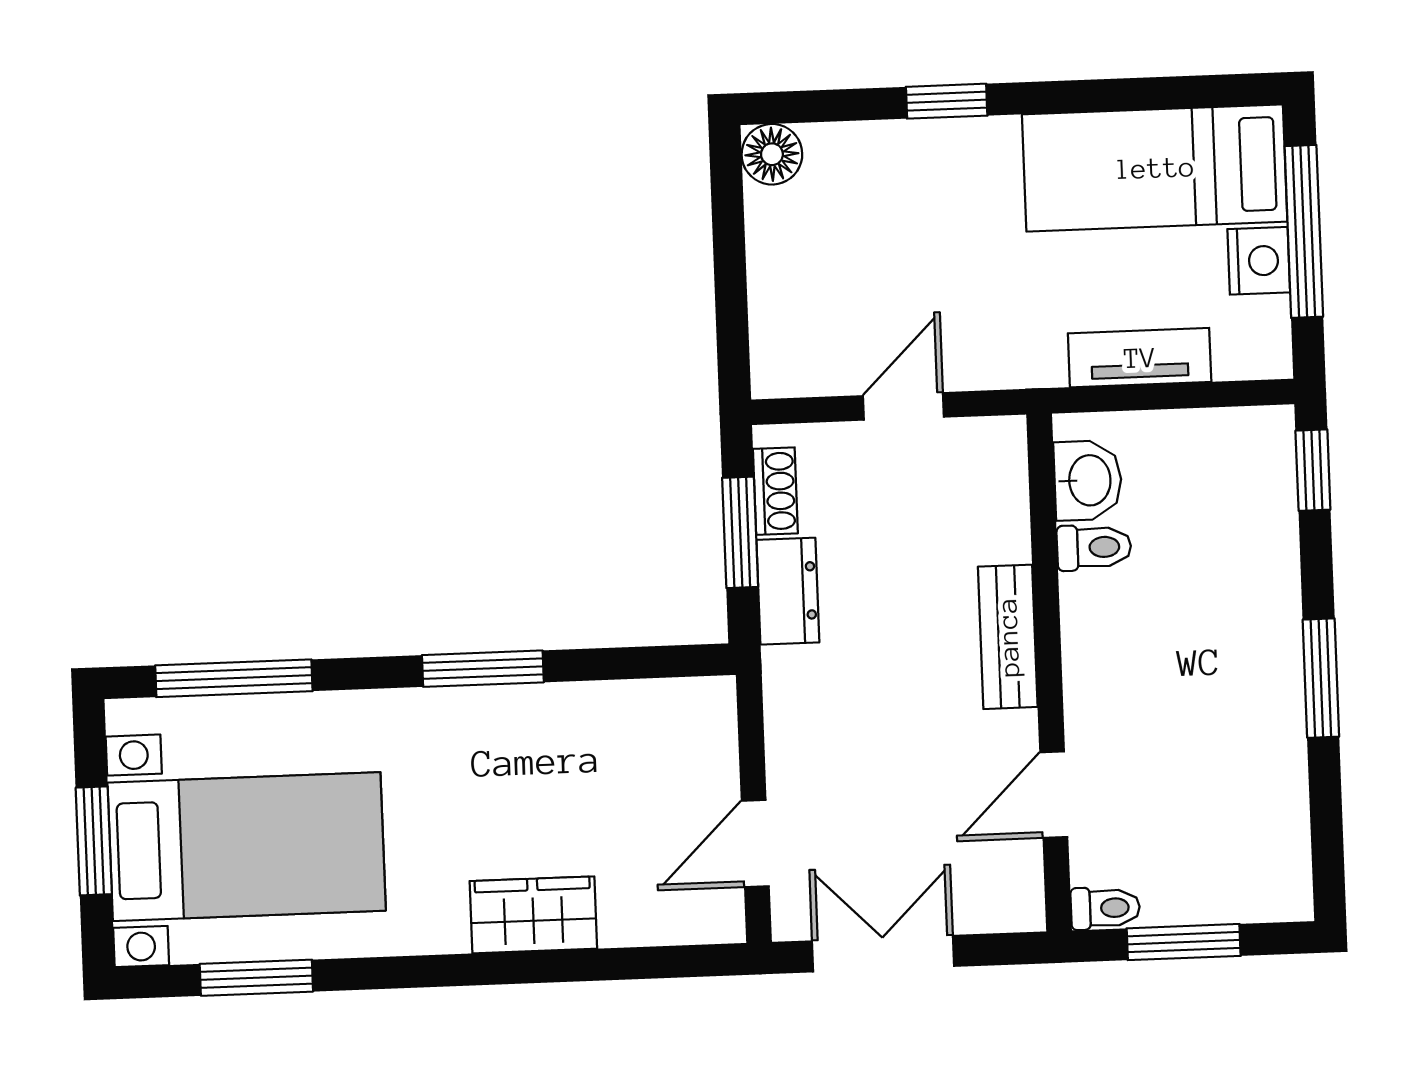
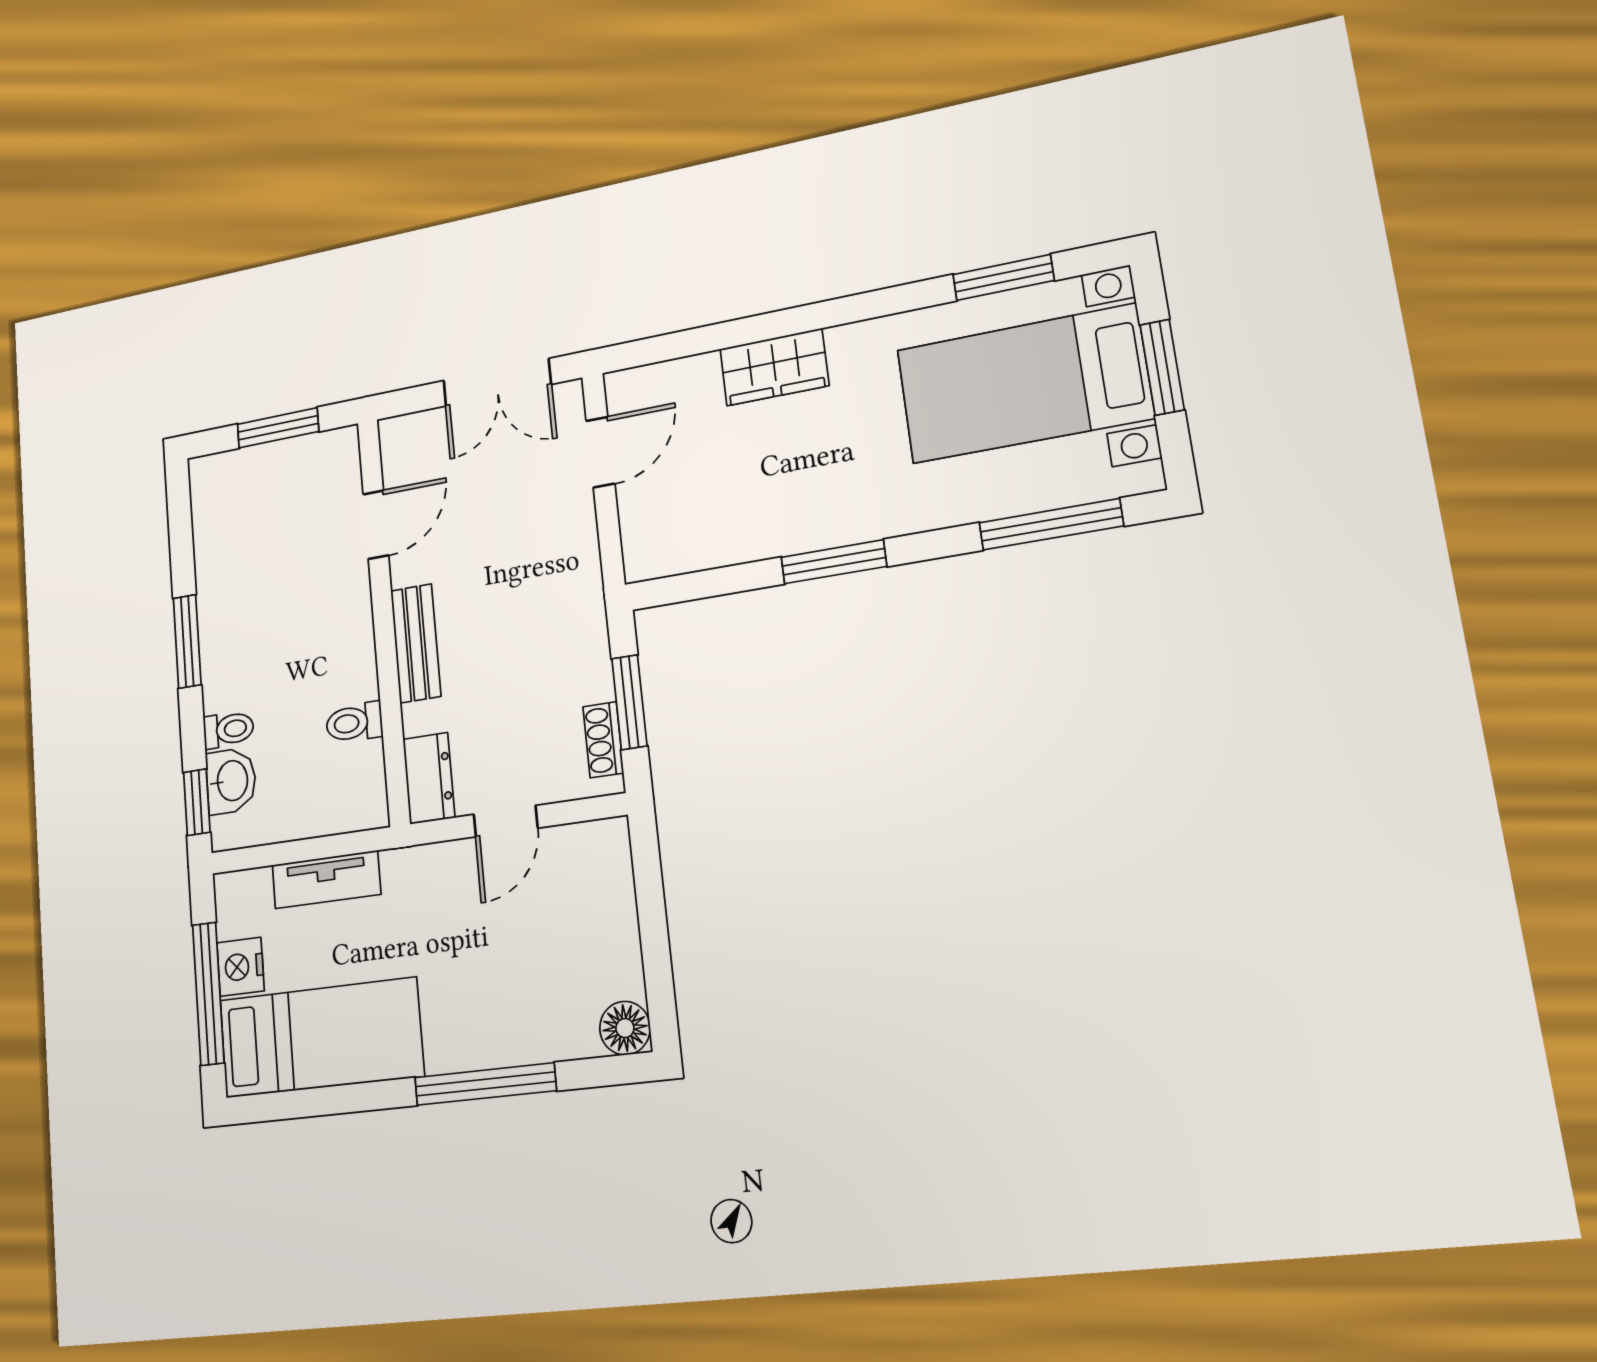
window: (947, 101) -> (485, 1084), width x2.17
washbasin: (1088, 480) -> (231, 781), moved, turned 180
dresser: (788, 591) -> (429, 778), moved, turned 180
toilet: (1105, 908) -> (228, 729), moved, turned 180

